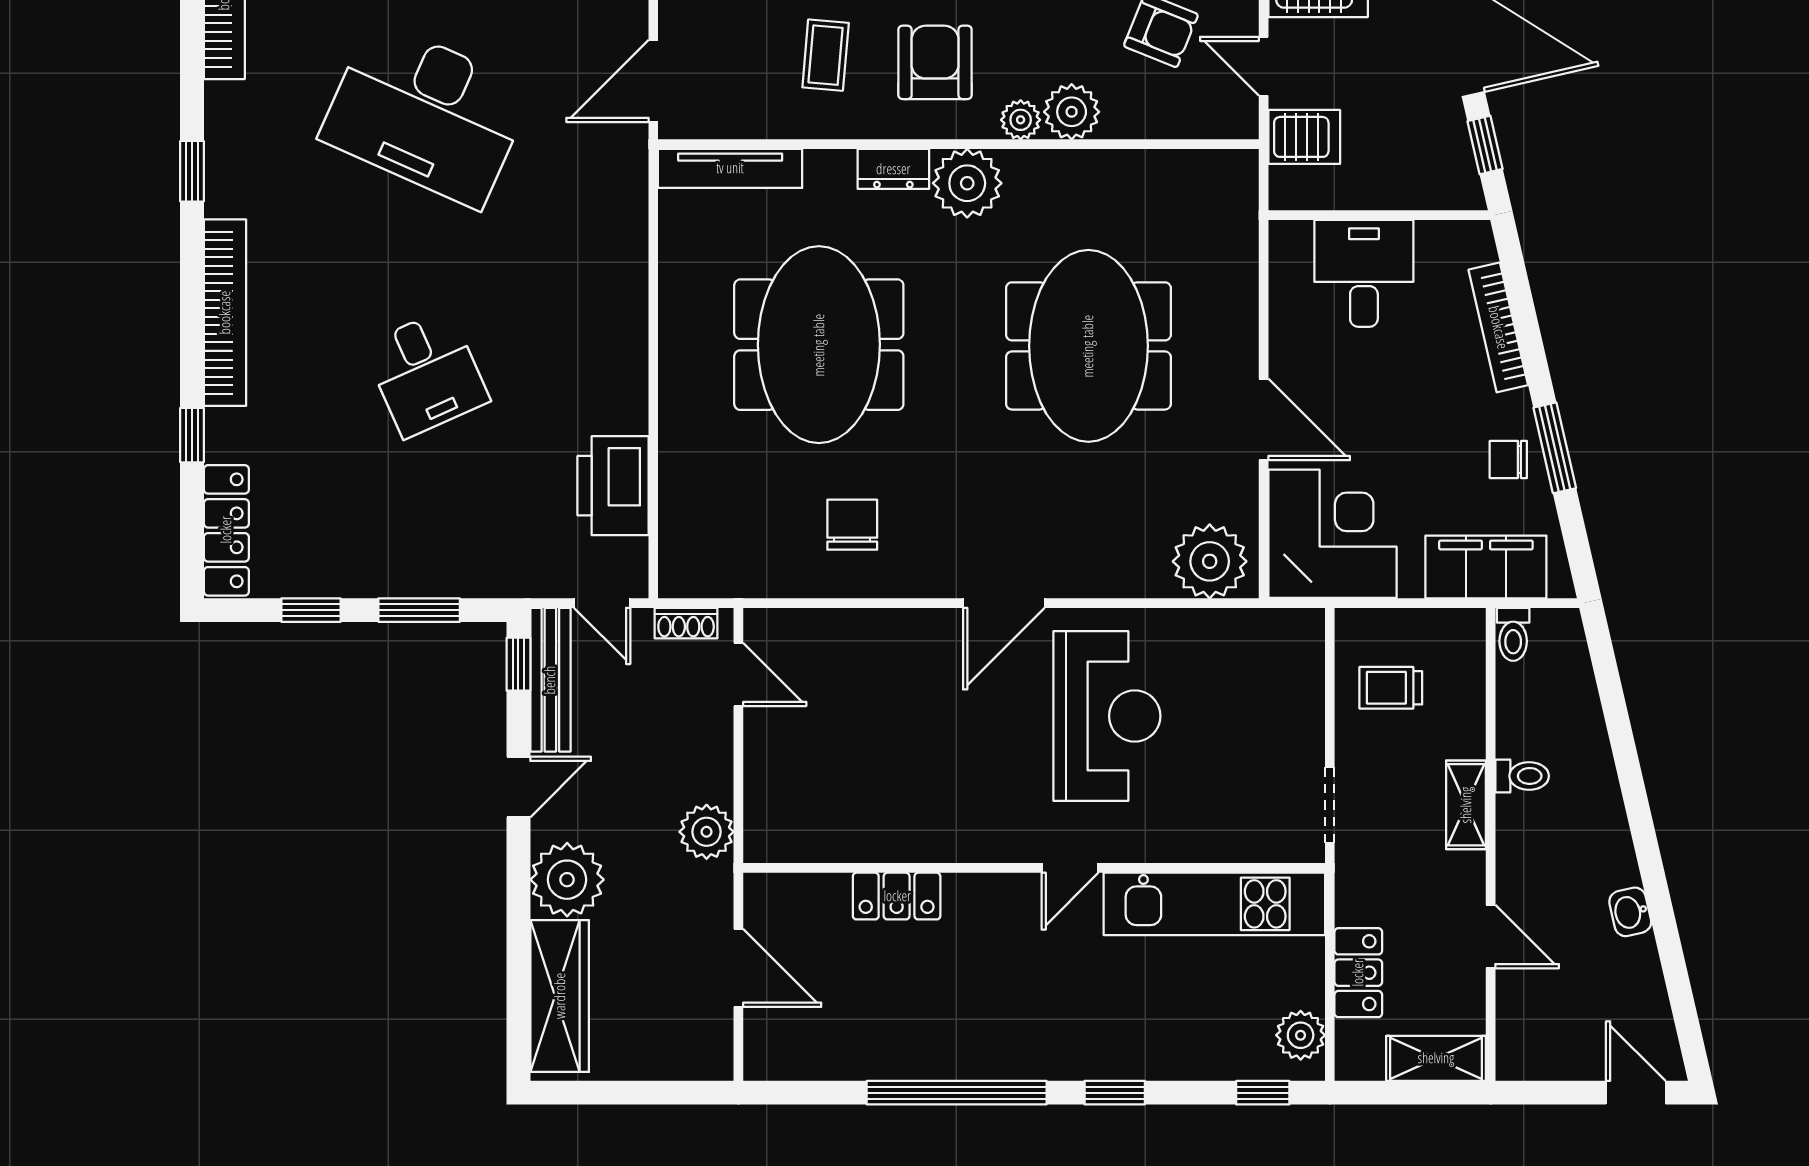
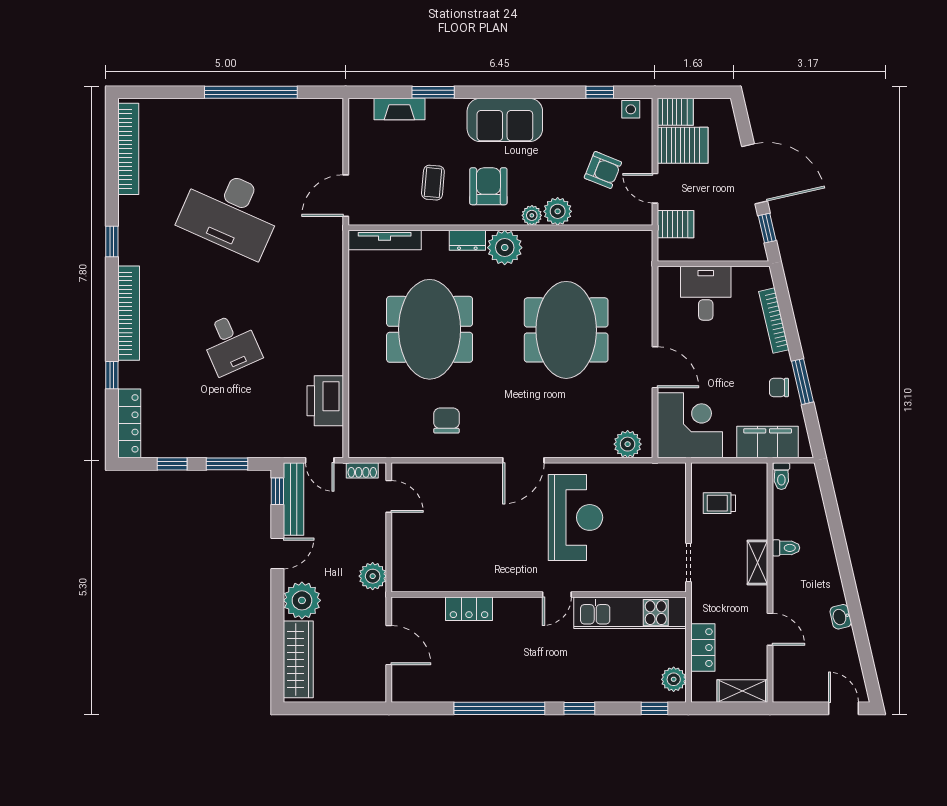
plant: (1210, 561) -> (628, 444), width x0.73, depth x0.73

